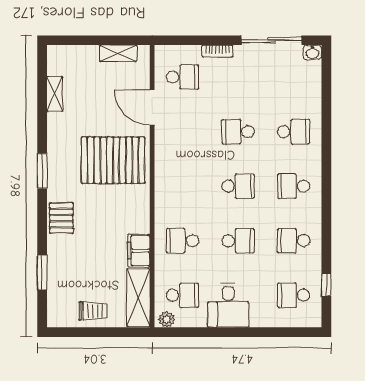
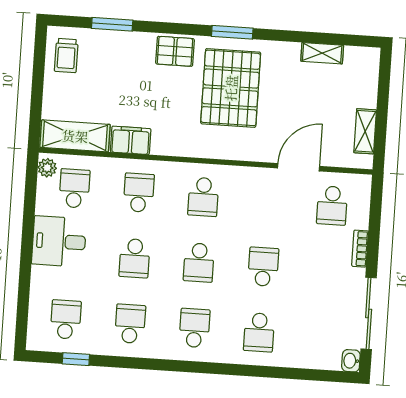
pallet: (113, 160) -> (231, 88), moved
school desk: (183, 186) -> (203, 197), added
school desk: (183, 295) -> (74, 188), turned 180
trolley: (93, 311) -> (66, 56), moved

